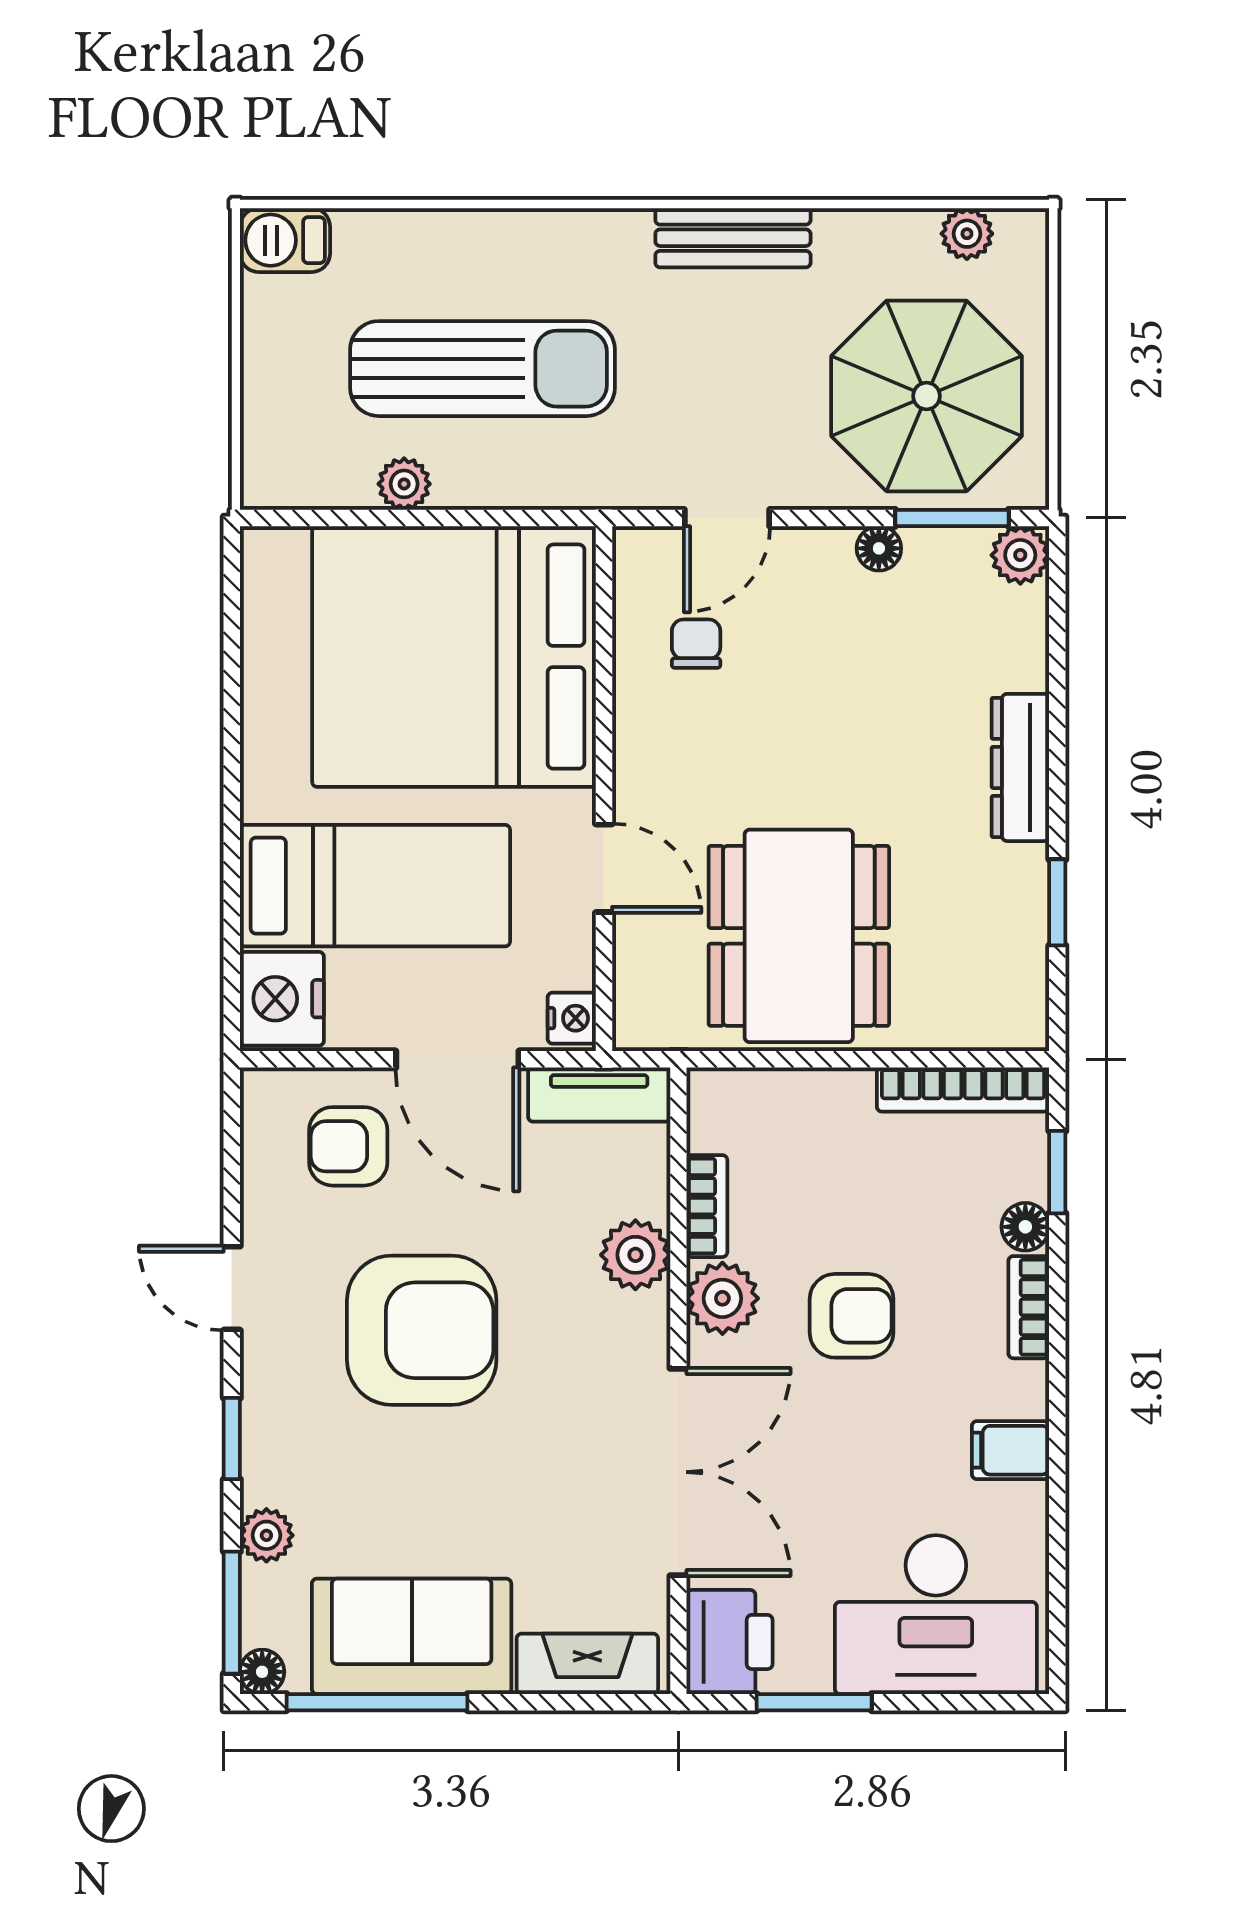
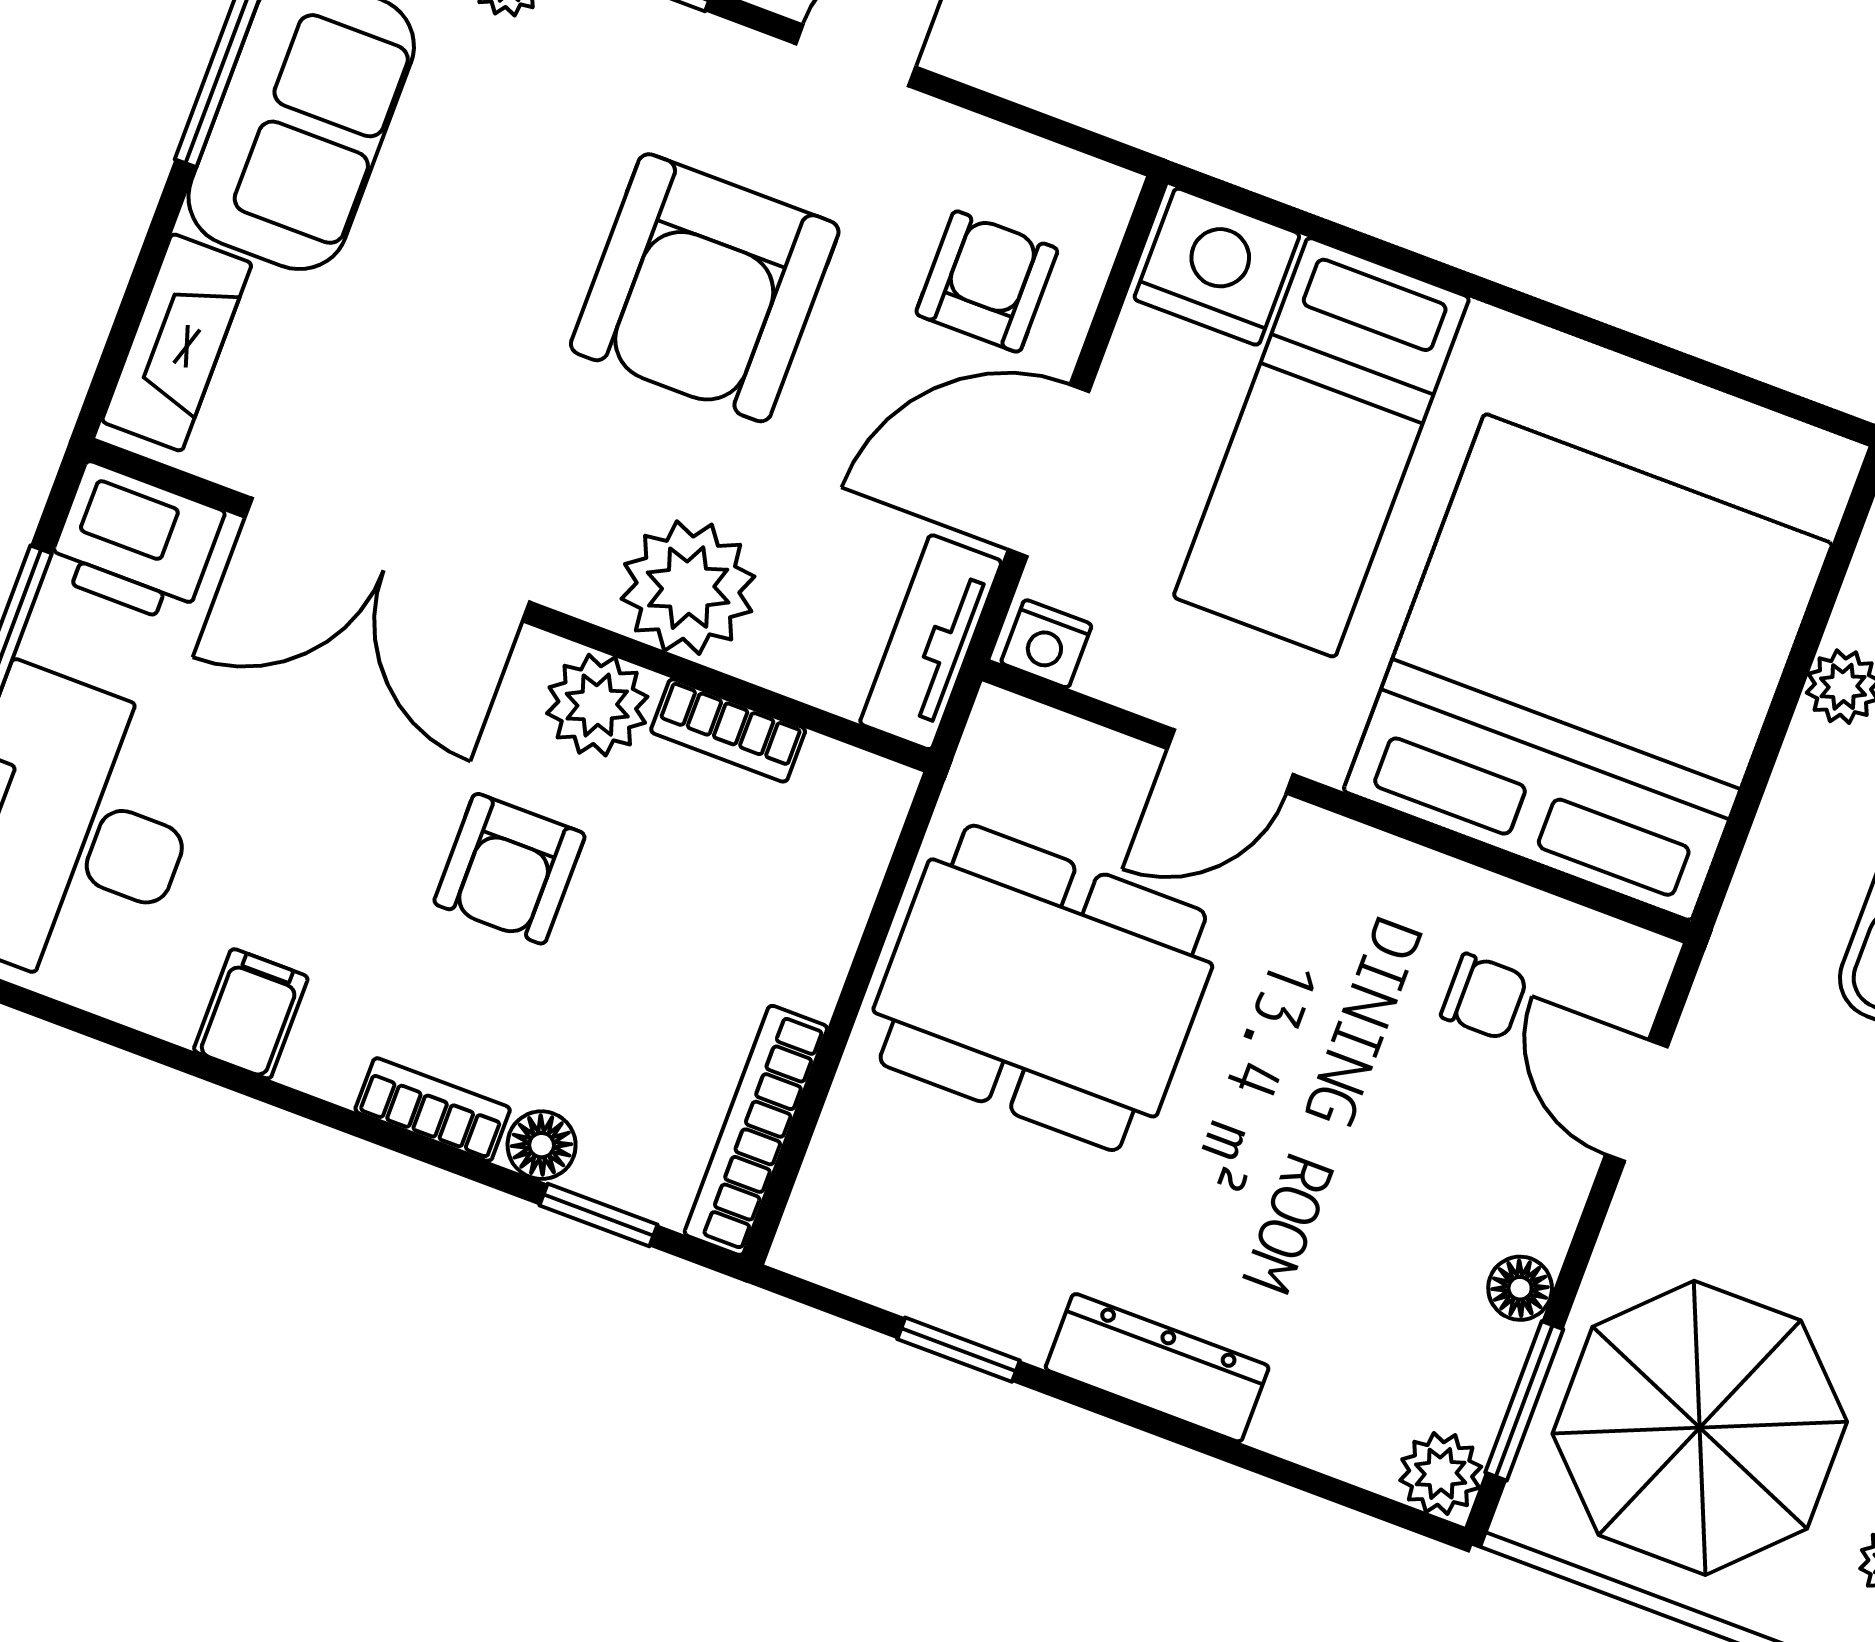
plant: (635, 1255) -> (688, 588), width x1.36, depth x1.36

